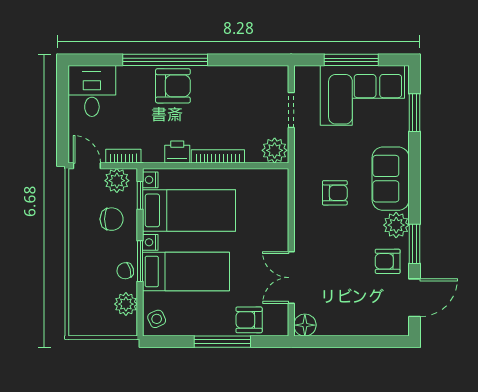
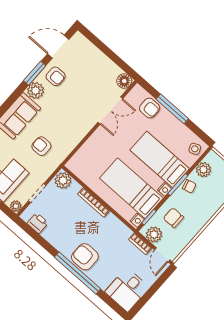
plant: (302, 74) -> (16, 206), added
printer: (177, 152) -> (38, 223), moved, turned 180
armchair: (335, 193) -> (41, 146), moved

